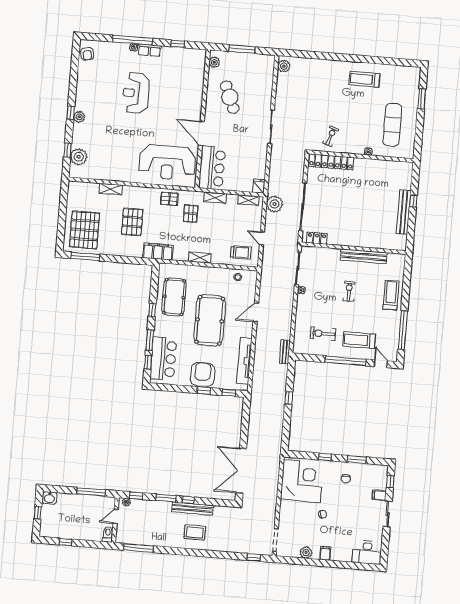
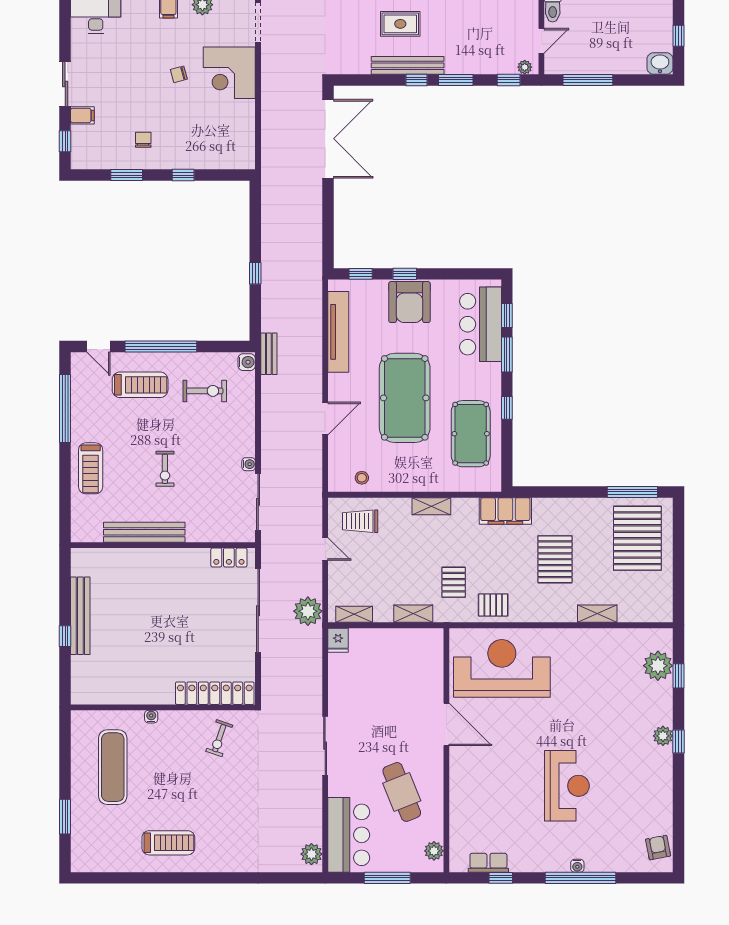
row of seats: (149, 50) -> (488, 863), moved
bar counter: (212, 168) -> (349, 835), moved, turned 180
water cooler: (298, 348) -> (247, 362), added
corner desk: (302, 481) -> (229, 73), moved, width x0.74, depth x0.74

